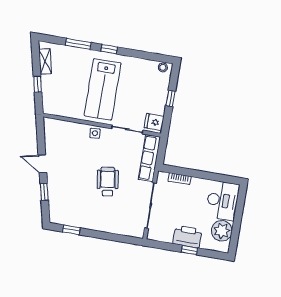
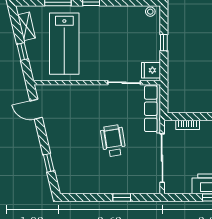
lab bench: (103, 89) -> (64, 44), moved
side table: (95, 133) -> (91, 92), removed
door: (42, 164) -> (36, 109), moved
window: (71, 230) -> (122, 198), moved

